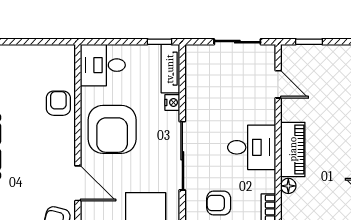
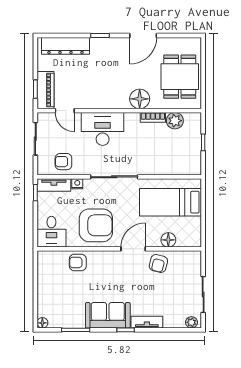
door: (278, 84) -> (65, 111), swing flipped
desk: (252, 147) -> (103, 129), width x1.37
piano: (293, 149) -> (45, 90), moved, turned 90
floor lamp: (288, 186) -> (140, 99), width x1.89, depth x1.89
armchair: (219, 203) -> (63, 162), moved, turned 90

